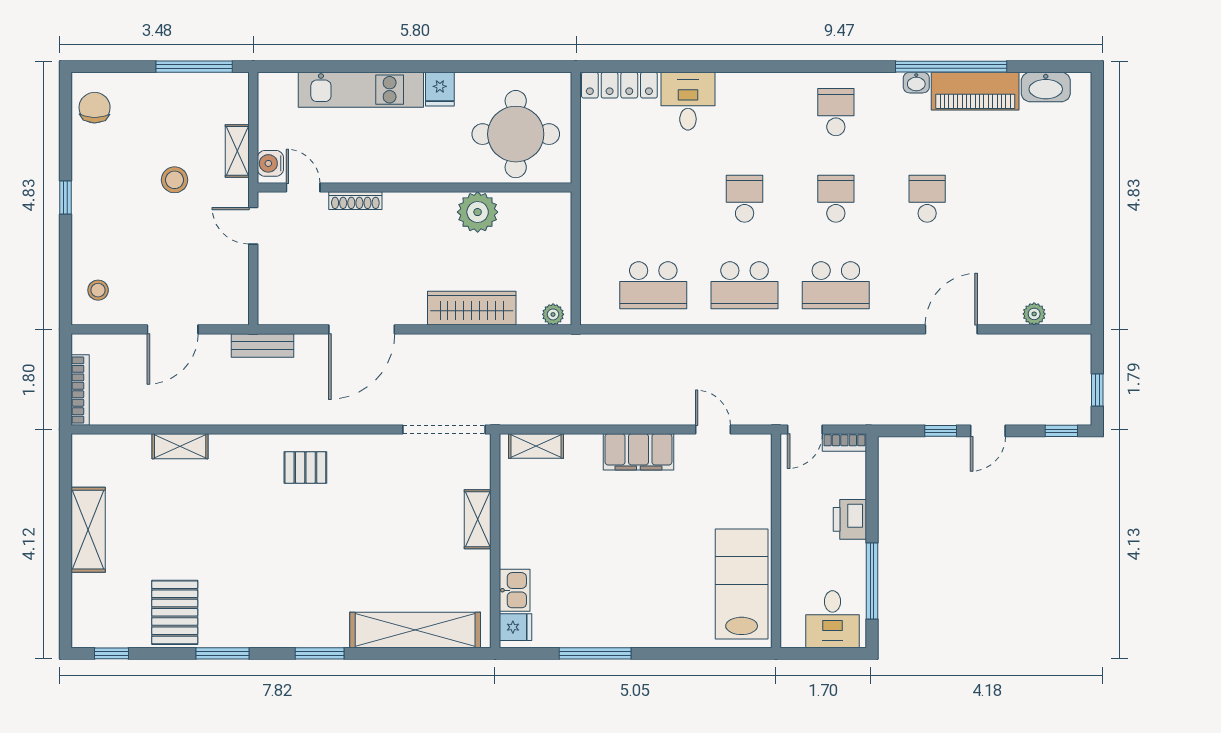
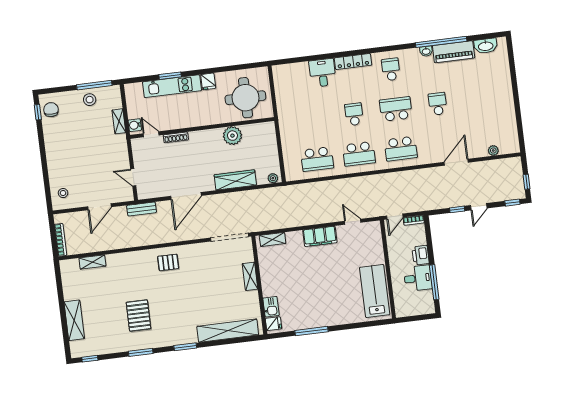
window: (360, 67) -> (170, 76), added
locker: (619, 85) -> (353, 62), moved
stool: (175, 180) -> (90, 100), moved
window: (65, 197) -> (38, 112), moved
school desk: (836, 199) -> (396, 109), width x1.85
door: (253, 226) -> (133, 177), moved
shelving: (180, 446) -> (92, 262), moved
shelving: (88, 530) -> (74, 320), moved
pallet: (175, 612) -> (138, 316), moved
desk: (832, 619) -> (418, 278), moved, turned -90

